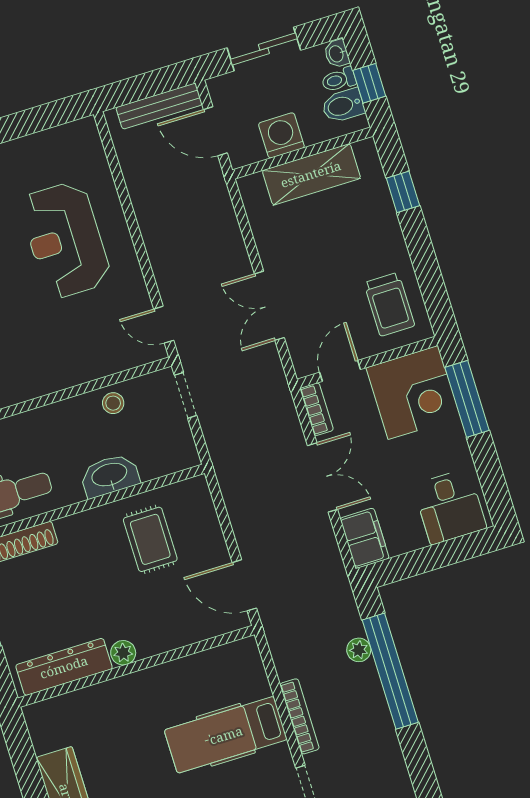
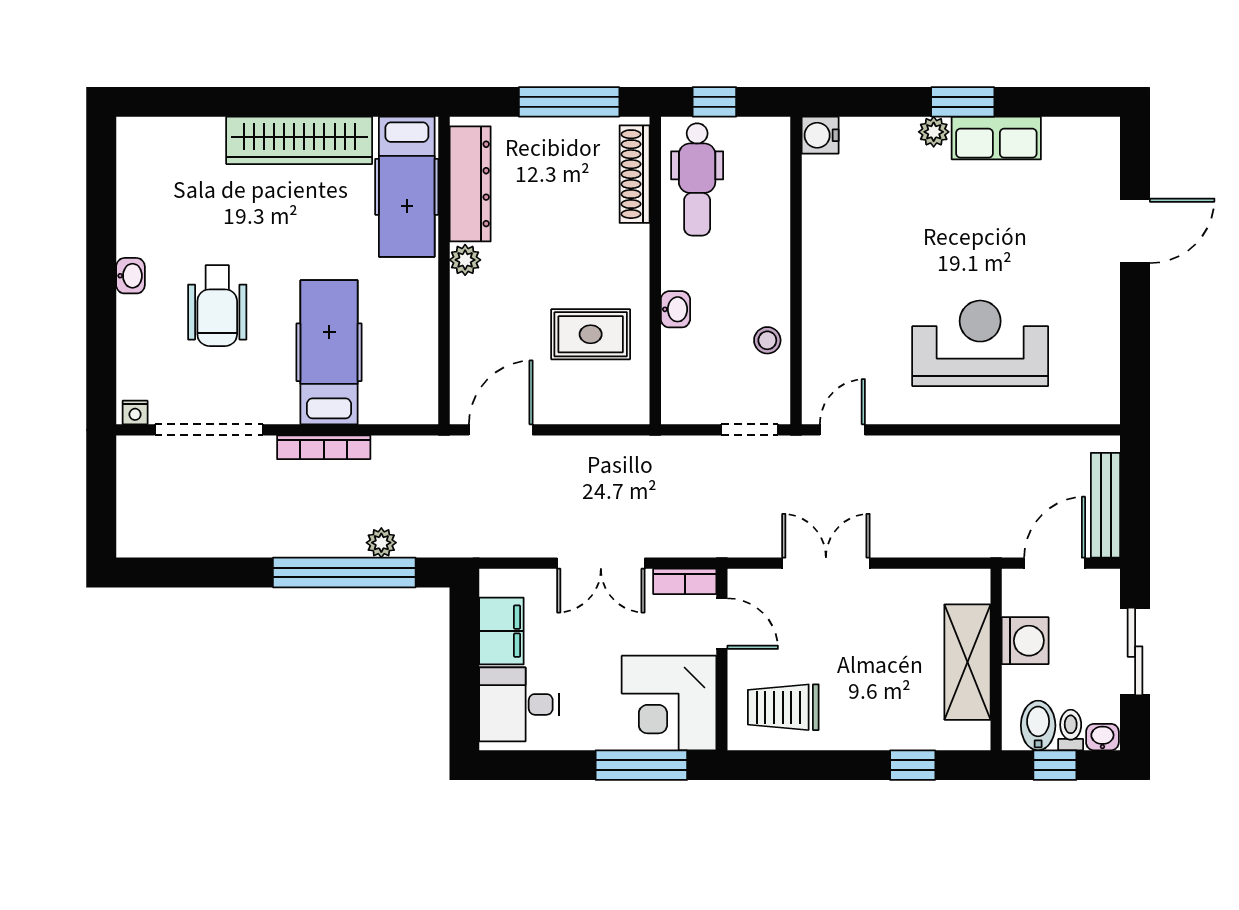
washbasin: (110, 476) -> (675, 309), width x0.52, depth x0.69
filing cabinet: (365, 538) -> (501, 631), moved, turned -90
hospital bed: (81, 714) -> (407, 187), added

